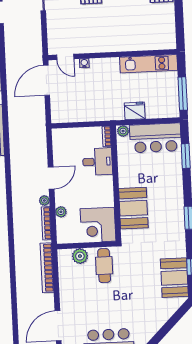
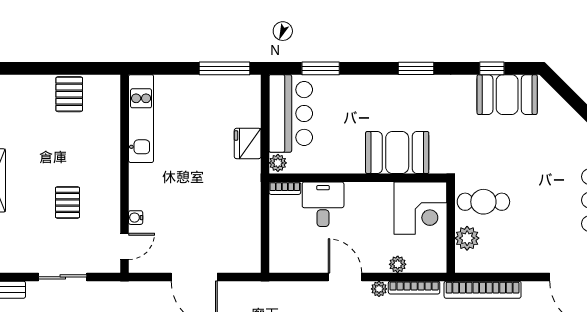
wall: (112, 55) -> (125, 174), moved
door: (65, 57) -> (125, 246), moved
water cooler: (84, 63) -> (136, 218), moved
kitchen unit: (149, 64) -> (141, 119), moved

